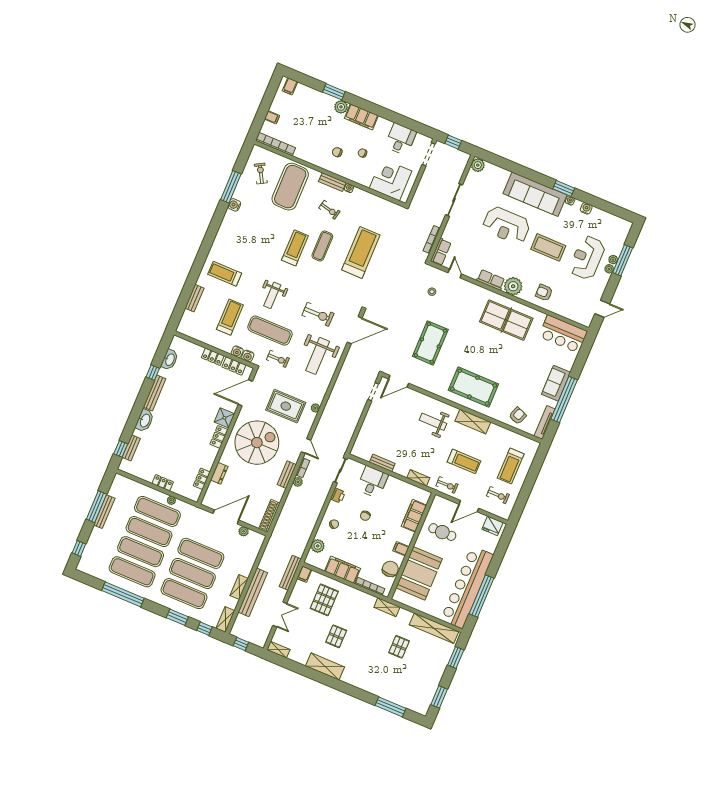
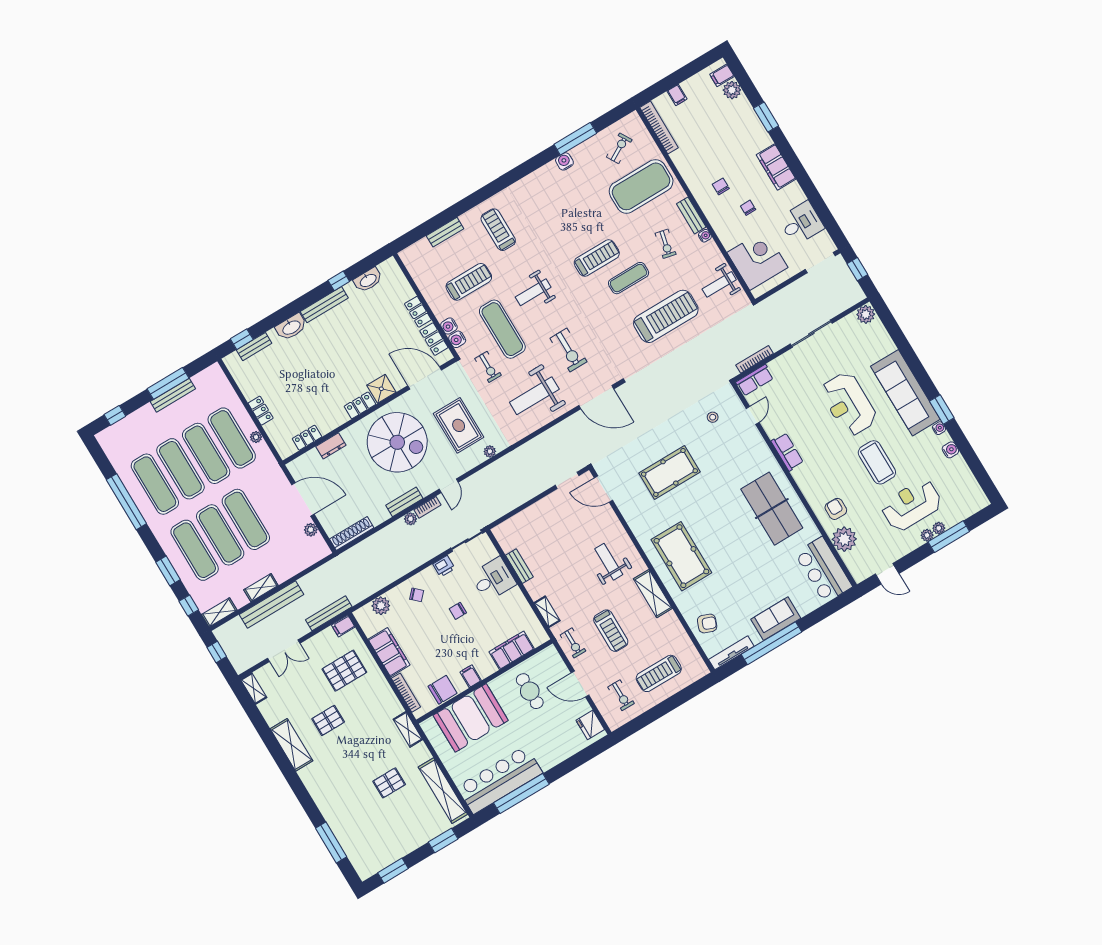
plant: (341, 107) -> (732, 90), moved
weight bench: (379, 211) -> (719, 284), added
plant: (513, 286) -> (844, 539), moved
bar counter: (467, 587) -> (500, 780), width x0.73

